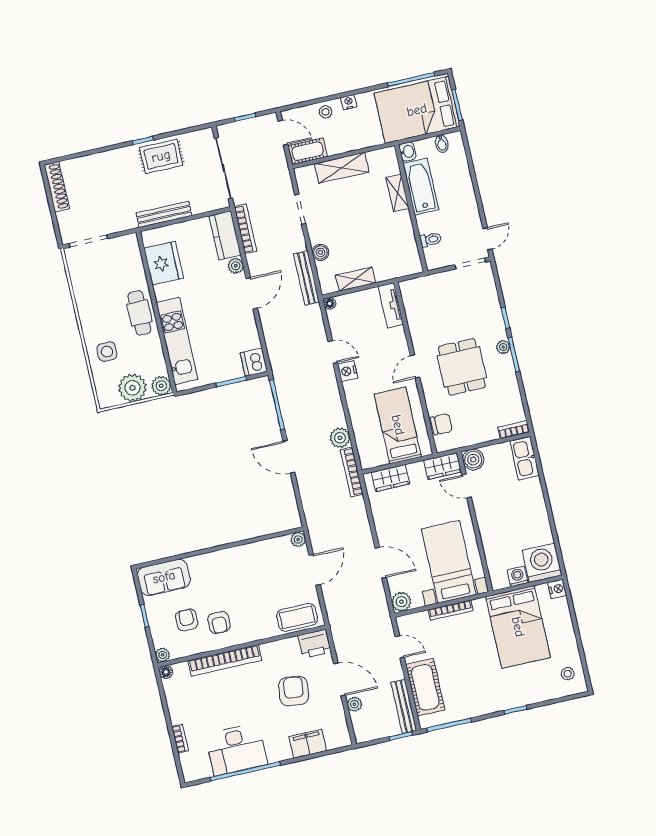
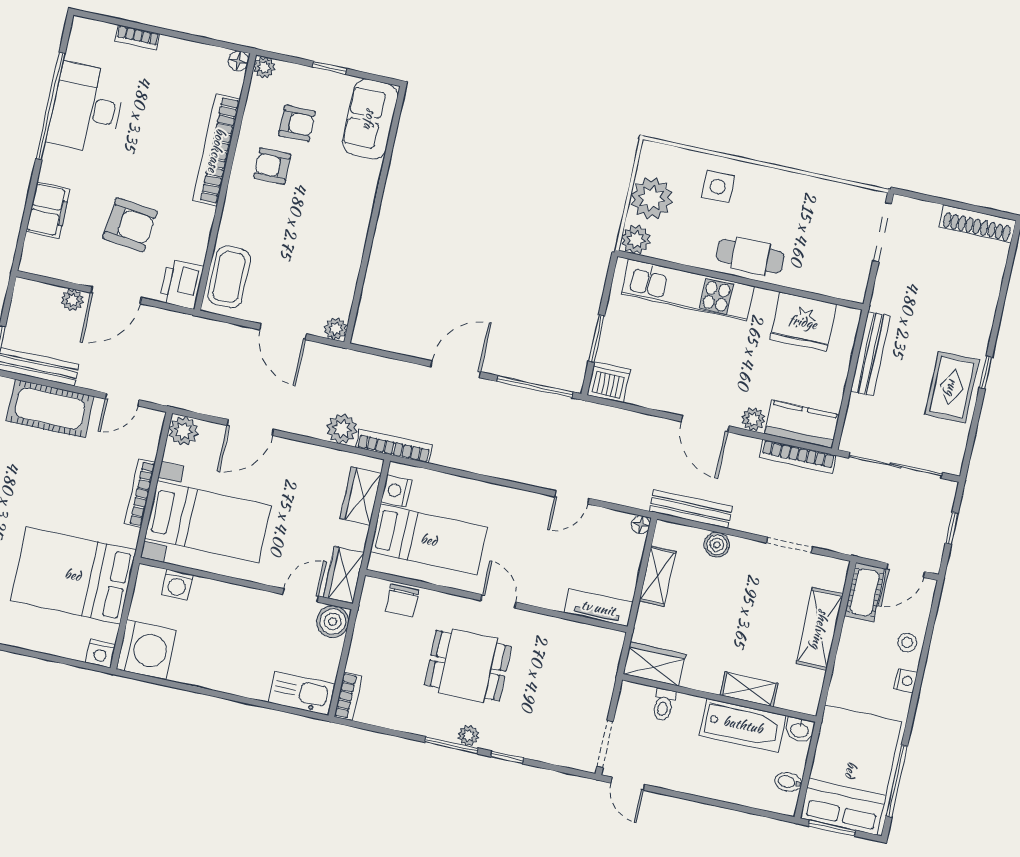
wardrobe: (409, 256) -> (654, 664), added
nightstand: (348, 371) -> (396, 491), moved, turned -90
plant: (340, 438) -> (342, 429), moved
washing machine: (518, 576) -> (177, 585), moved, turned 90

